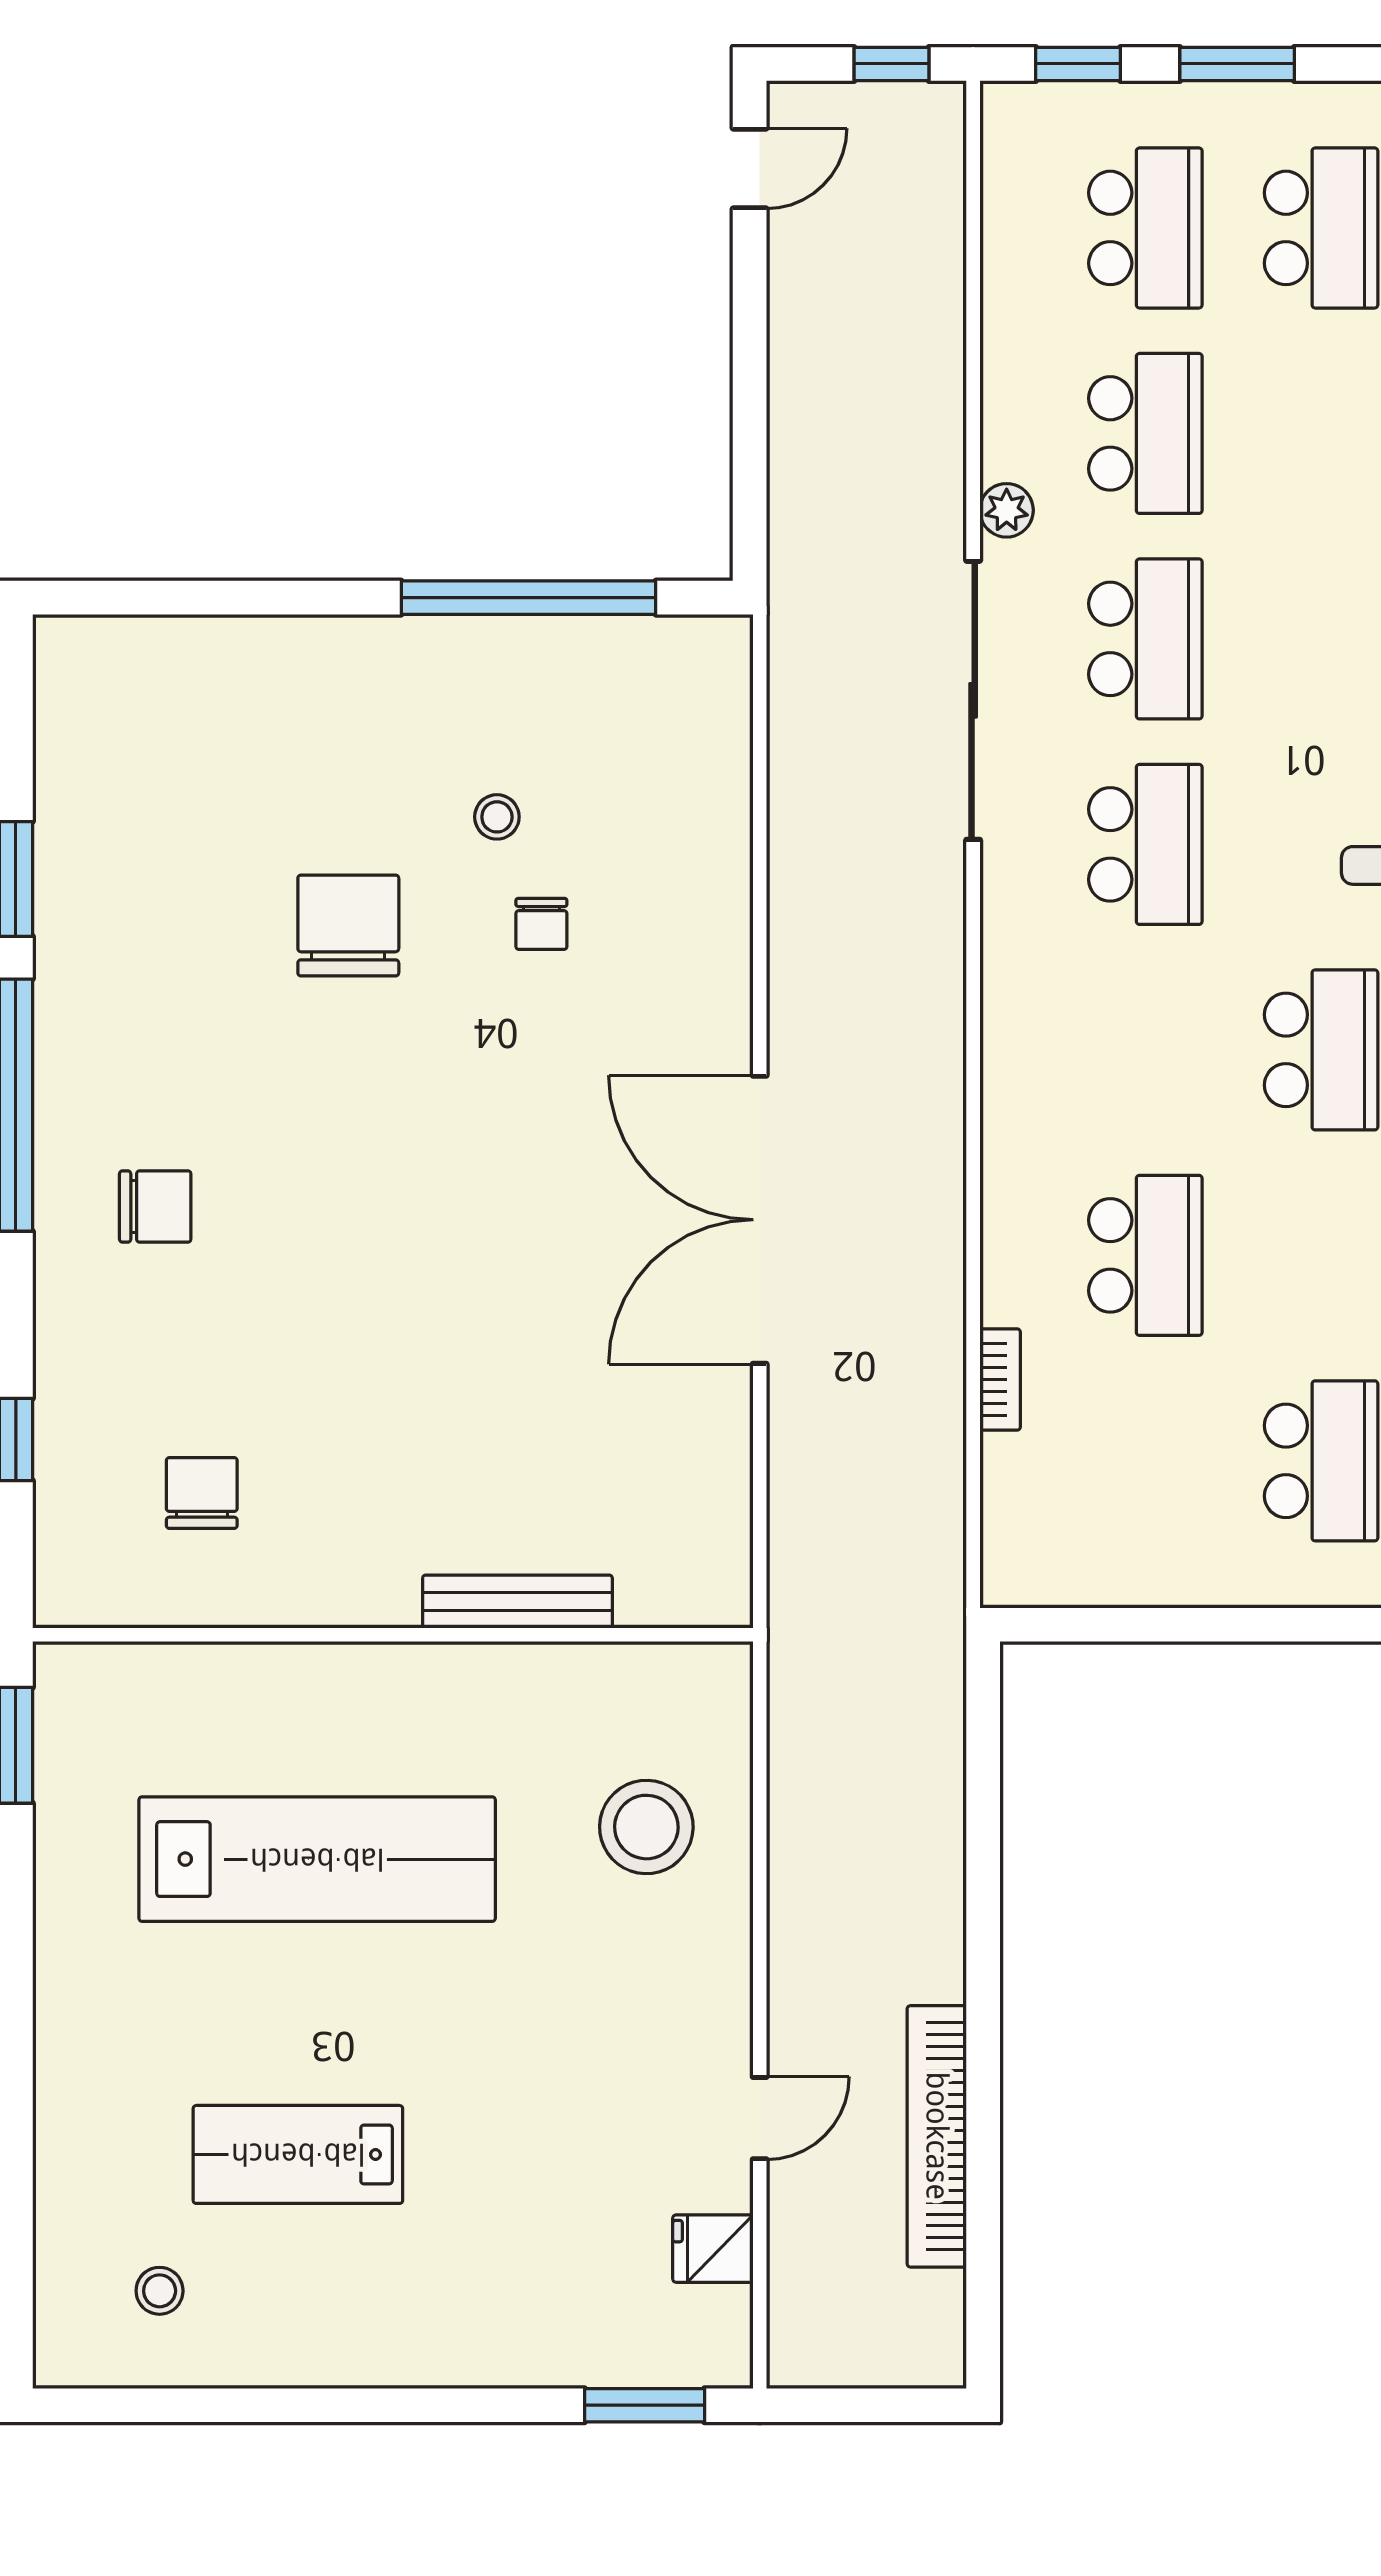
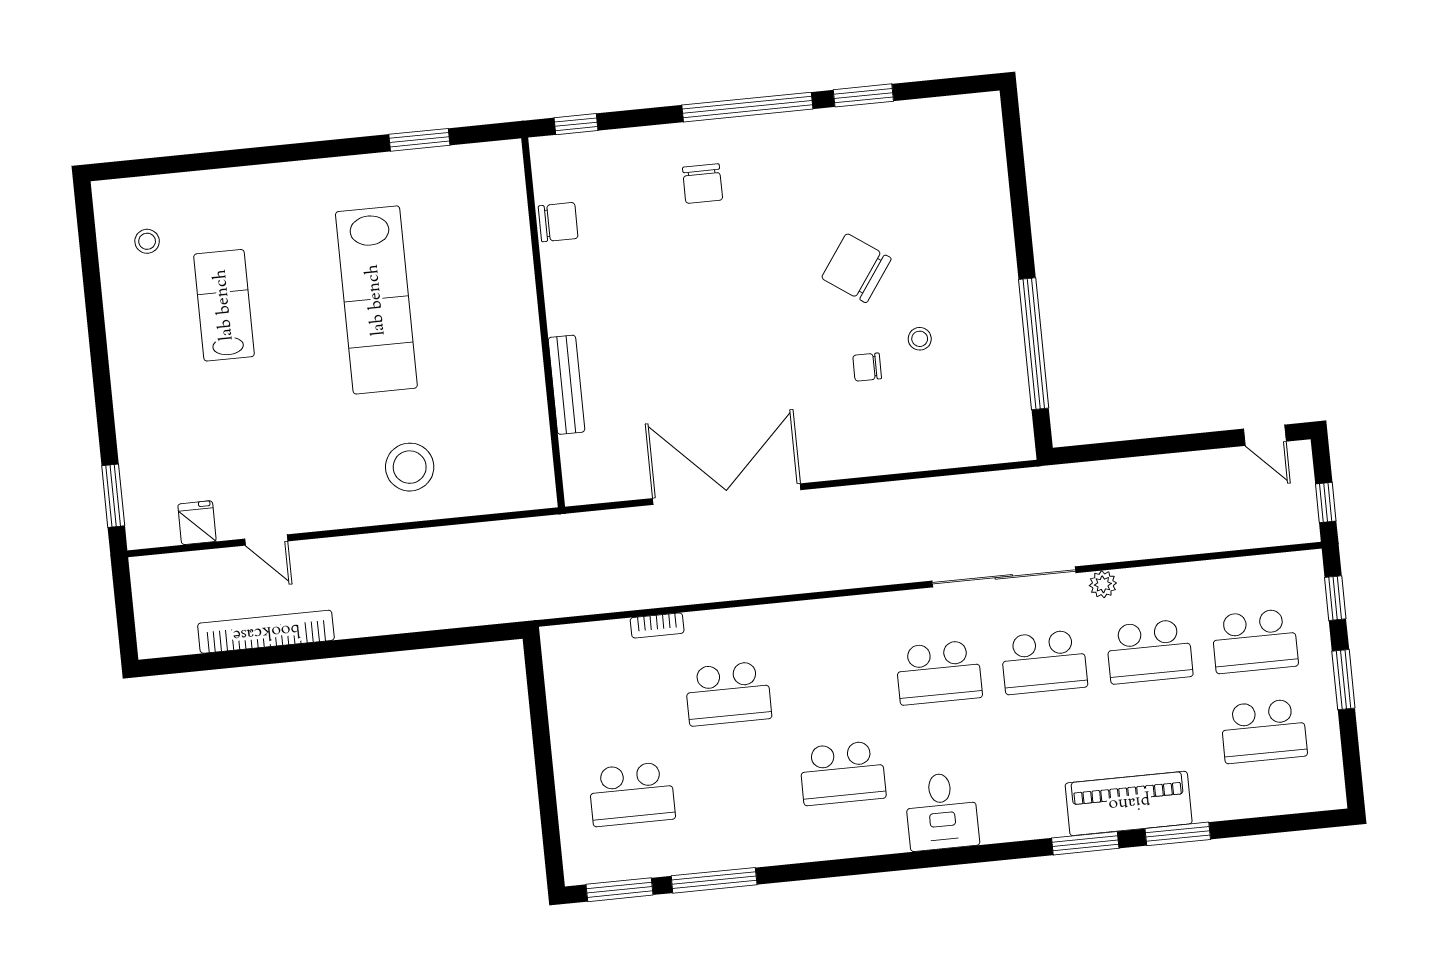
chair: (348, 926) -> (856, 268), turned -145
bench: (517, 1602) -> (566, 385), moved
wall: (393, 1635) -> (543, 322), moved

